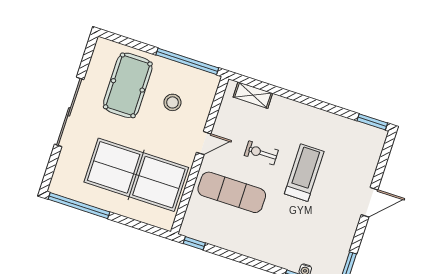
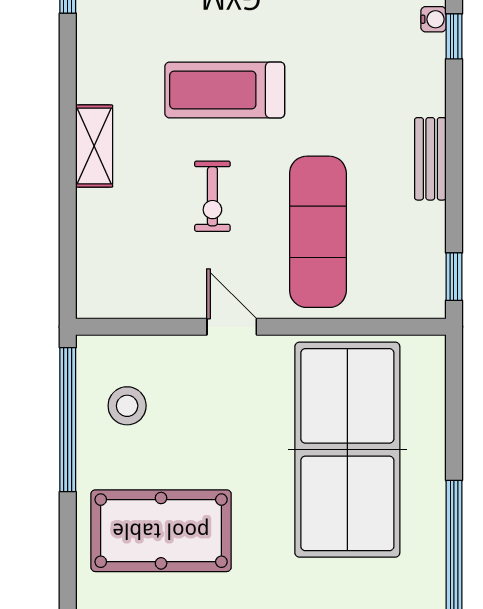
shelving: (253, 95) -> (94, 146), moved
stool: (172, 102) -> (127, 406), moved
bench: (247, 250) -> (430, 159), added

